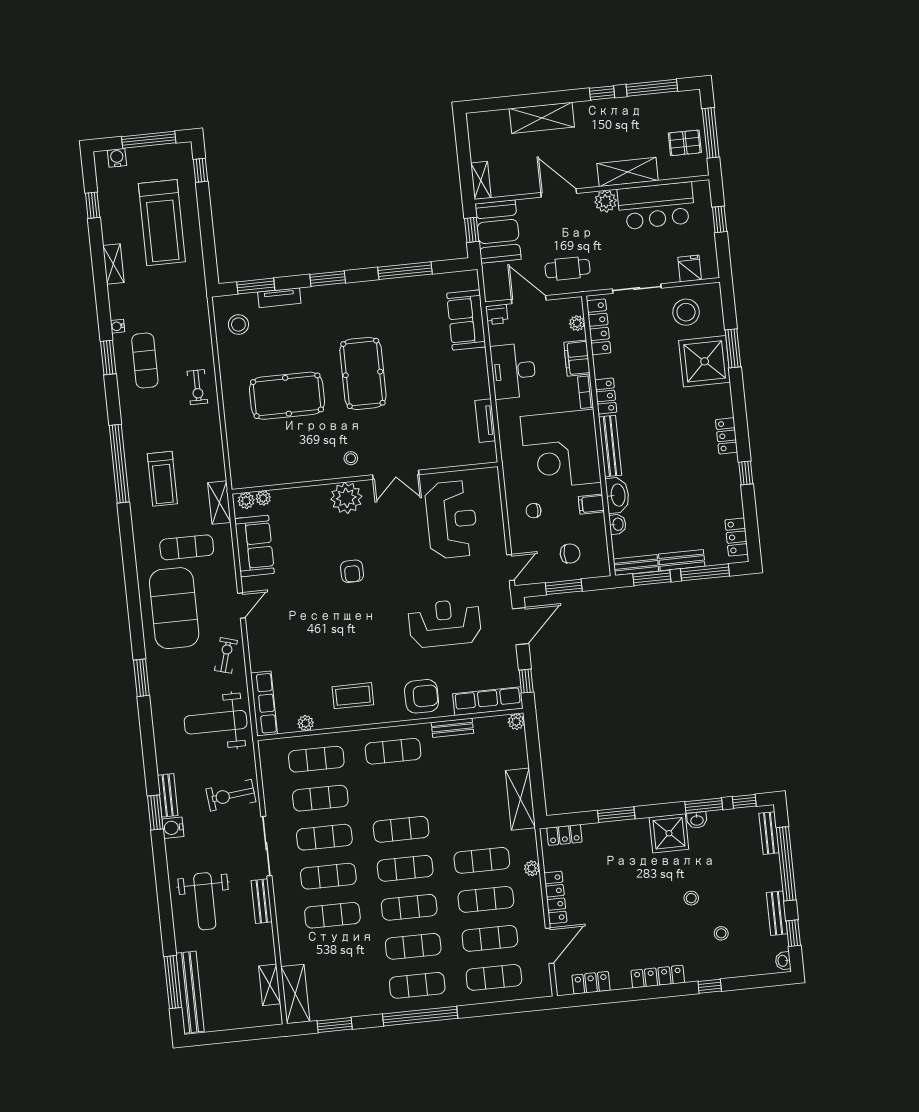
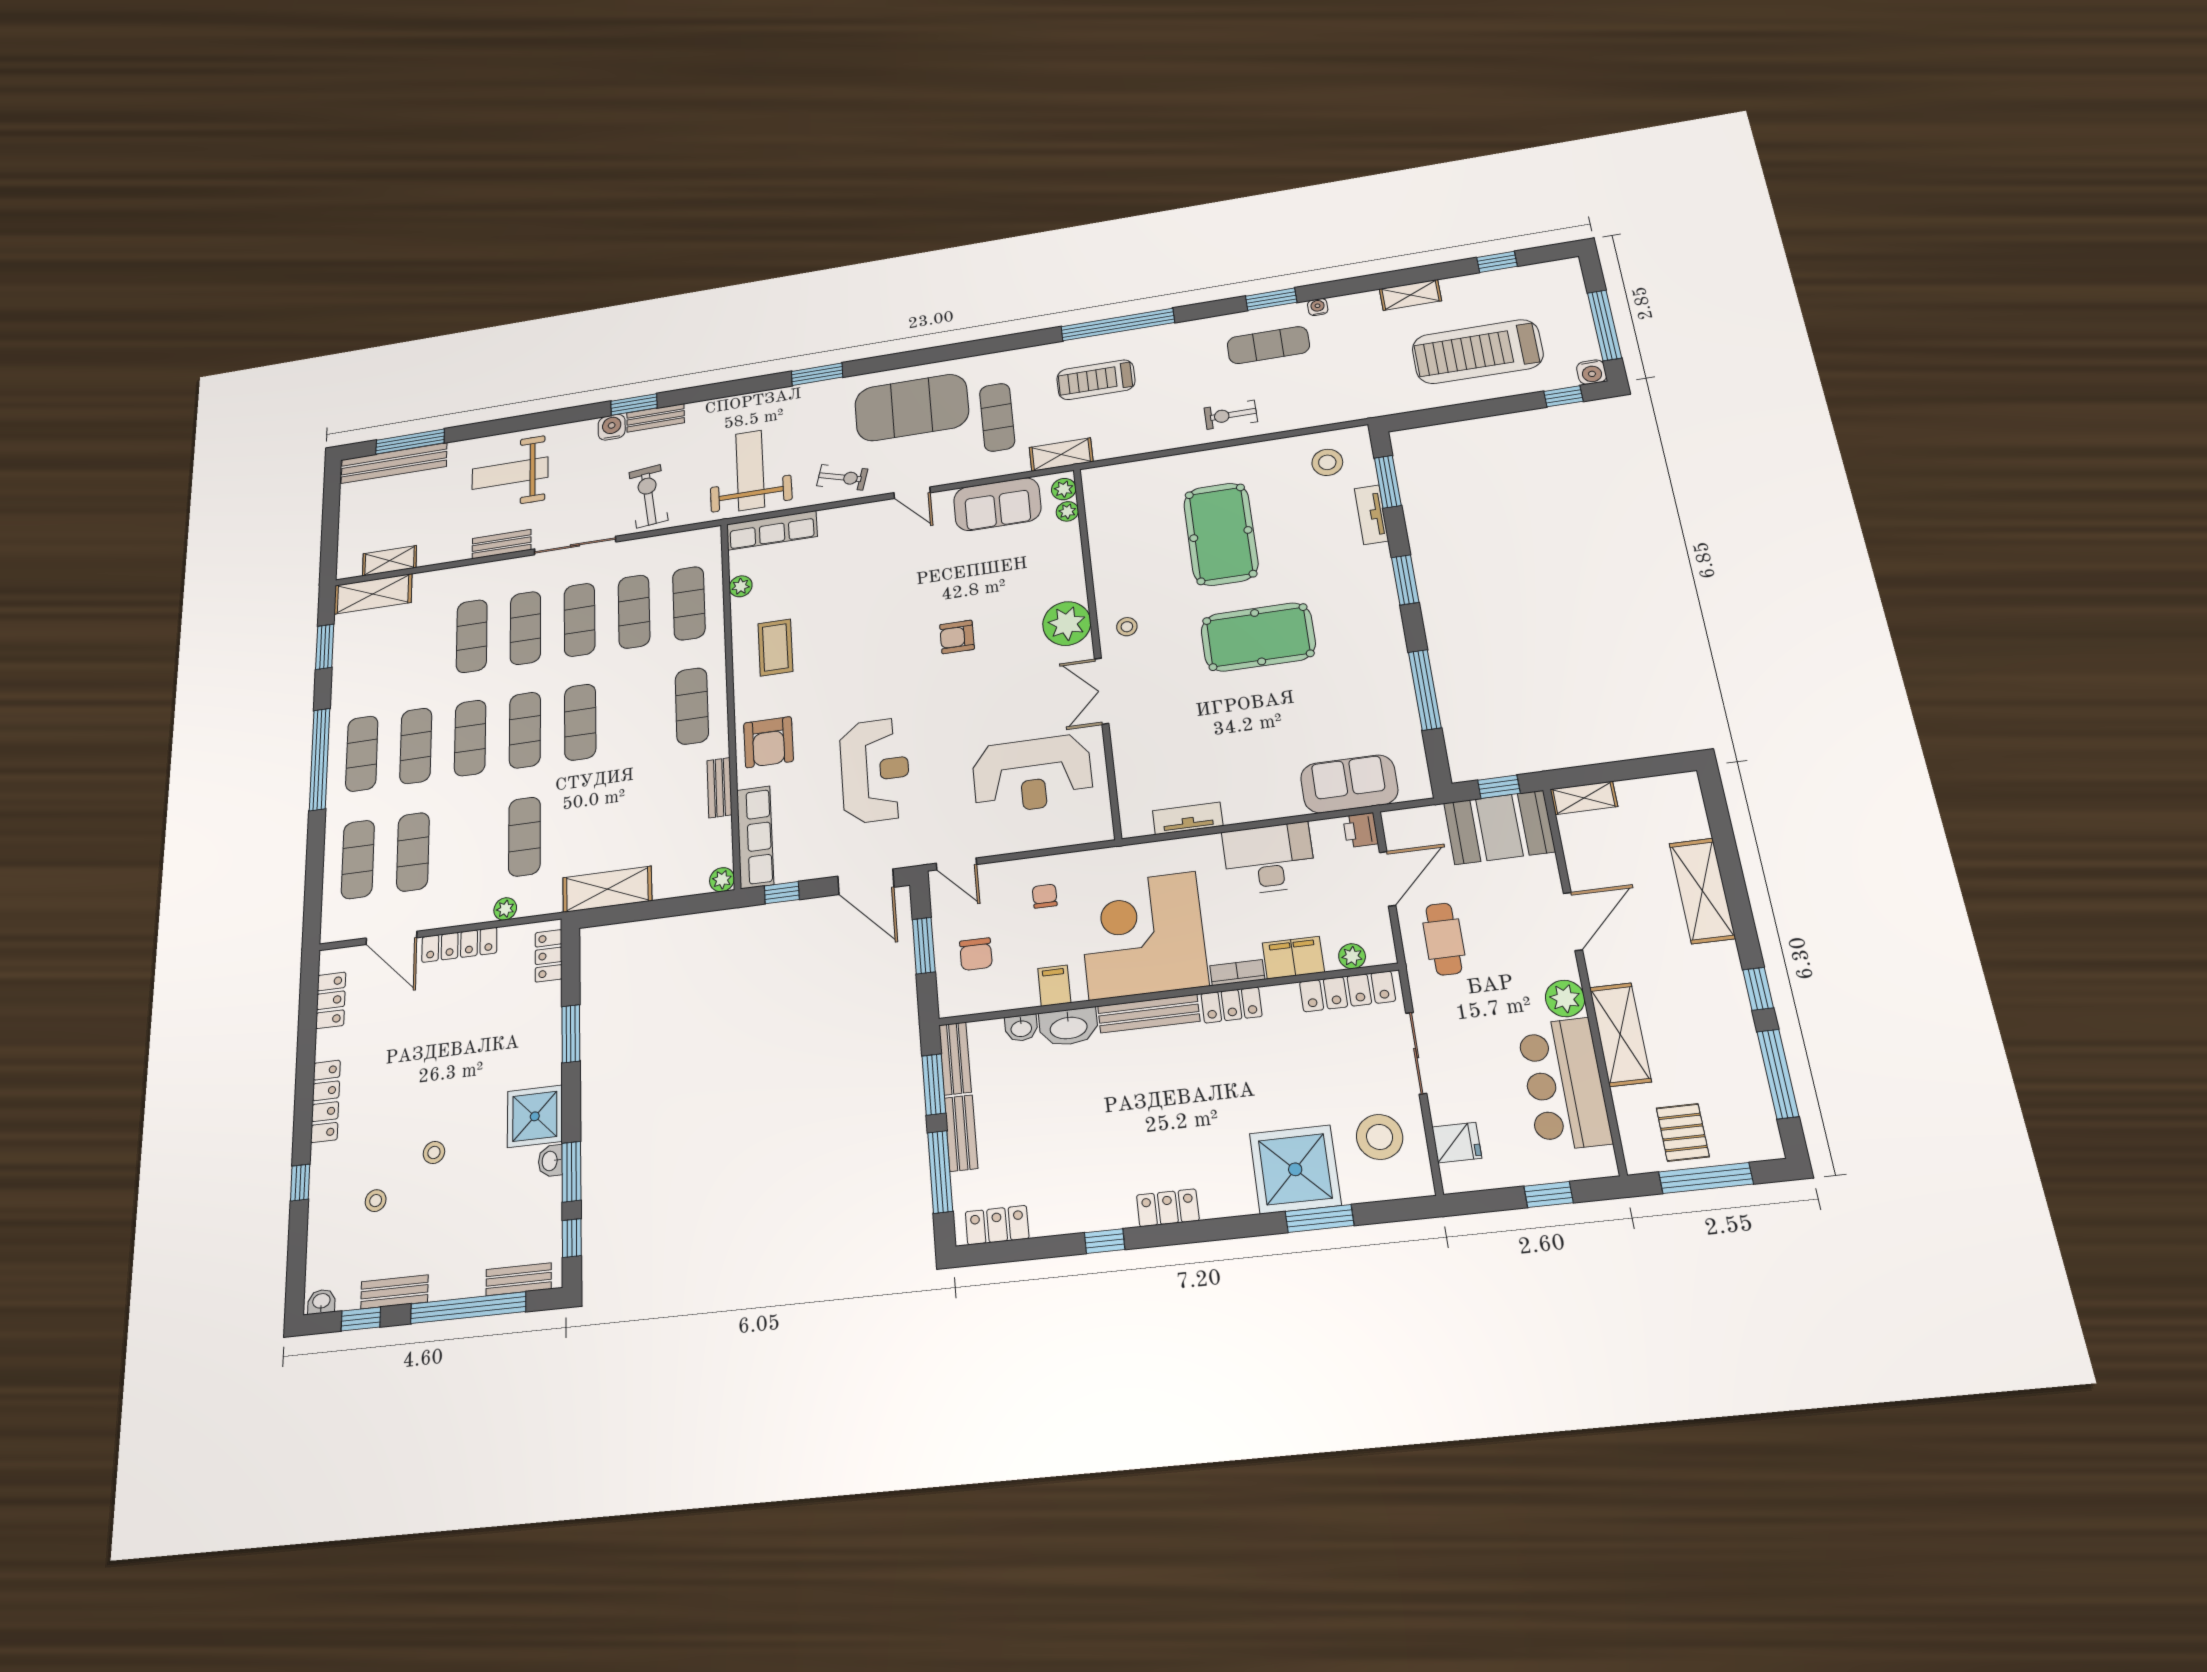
water cooler: (117, 158) -> (1592, 372), moved, turned 90
exercise mat: (486, 899) -> (468, 844), removed

